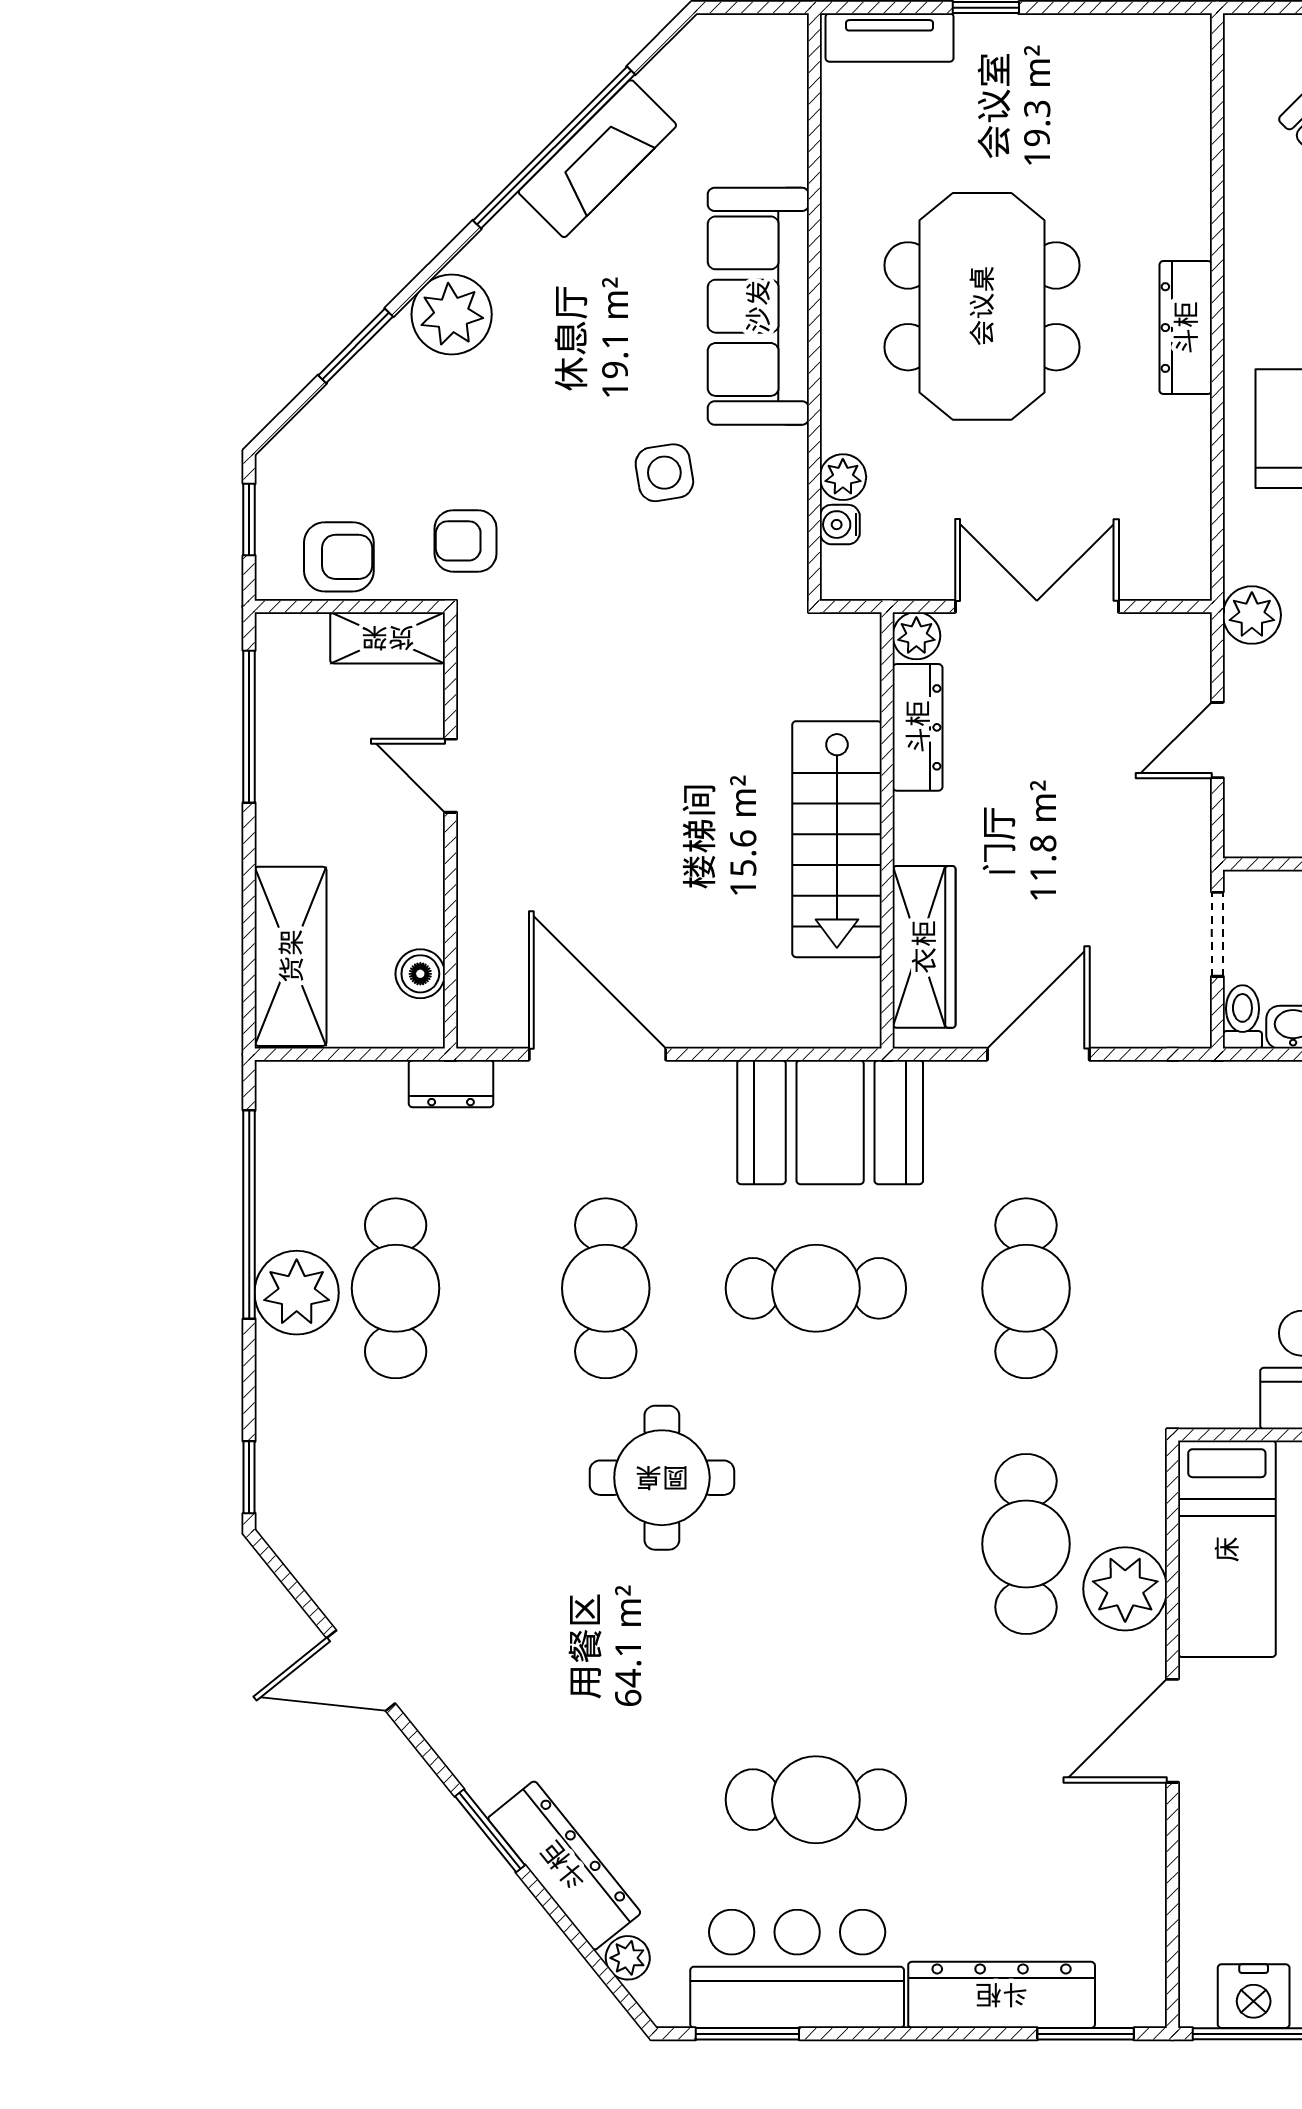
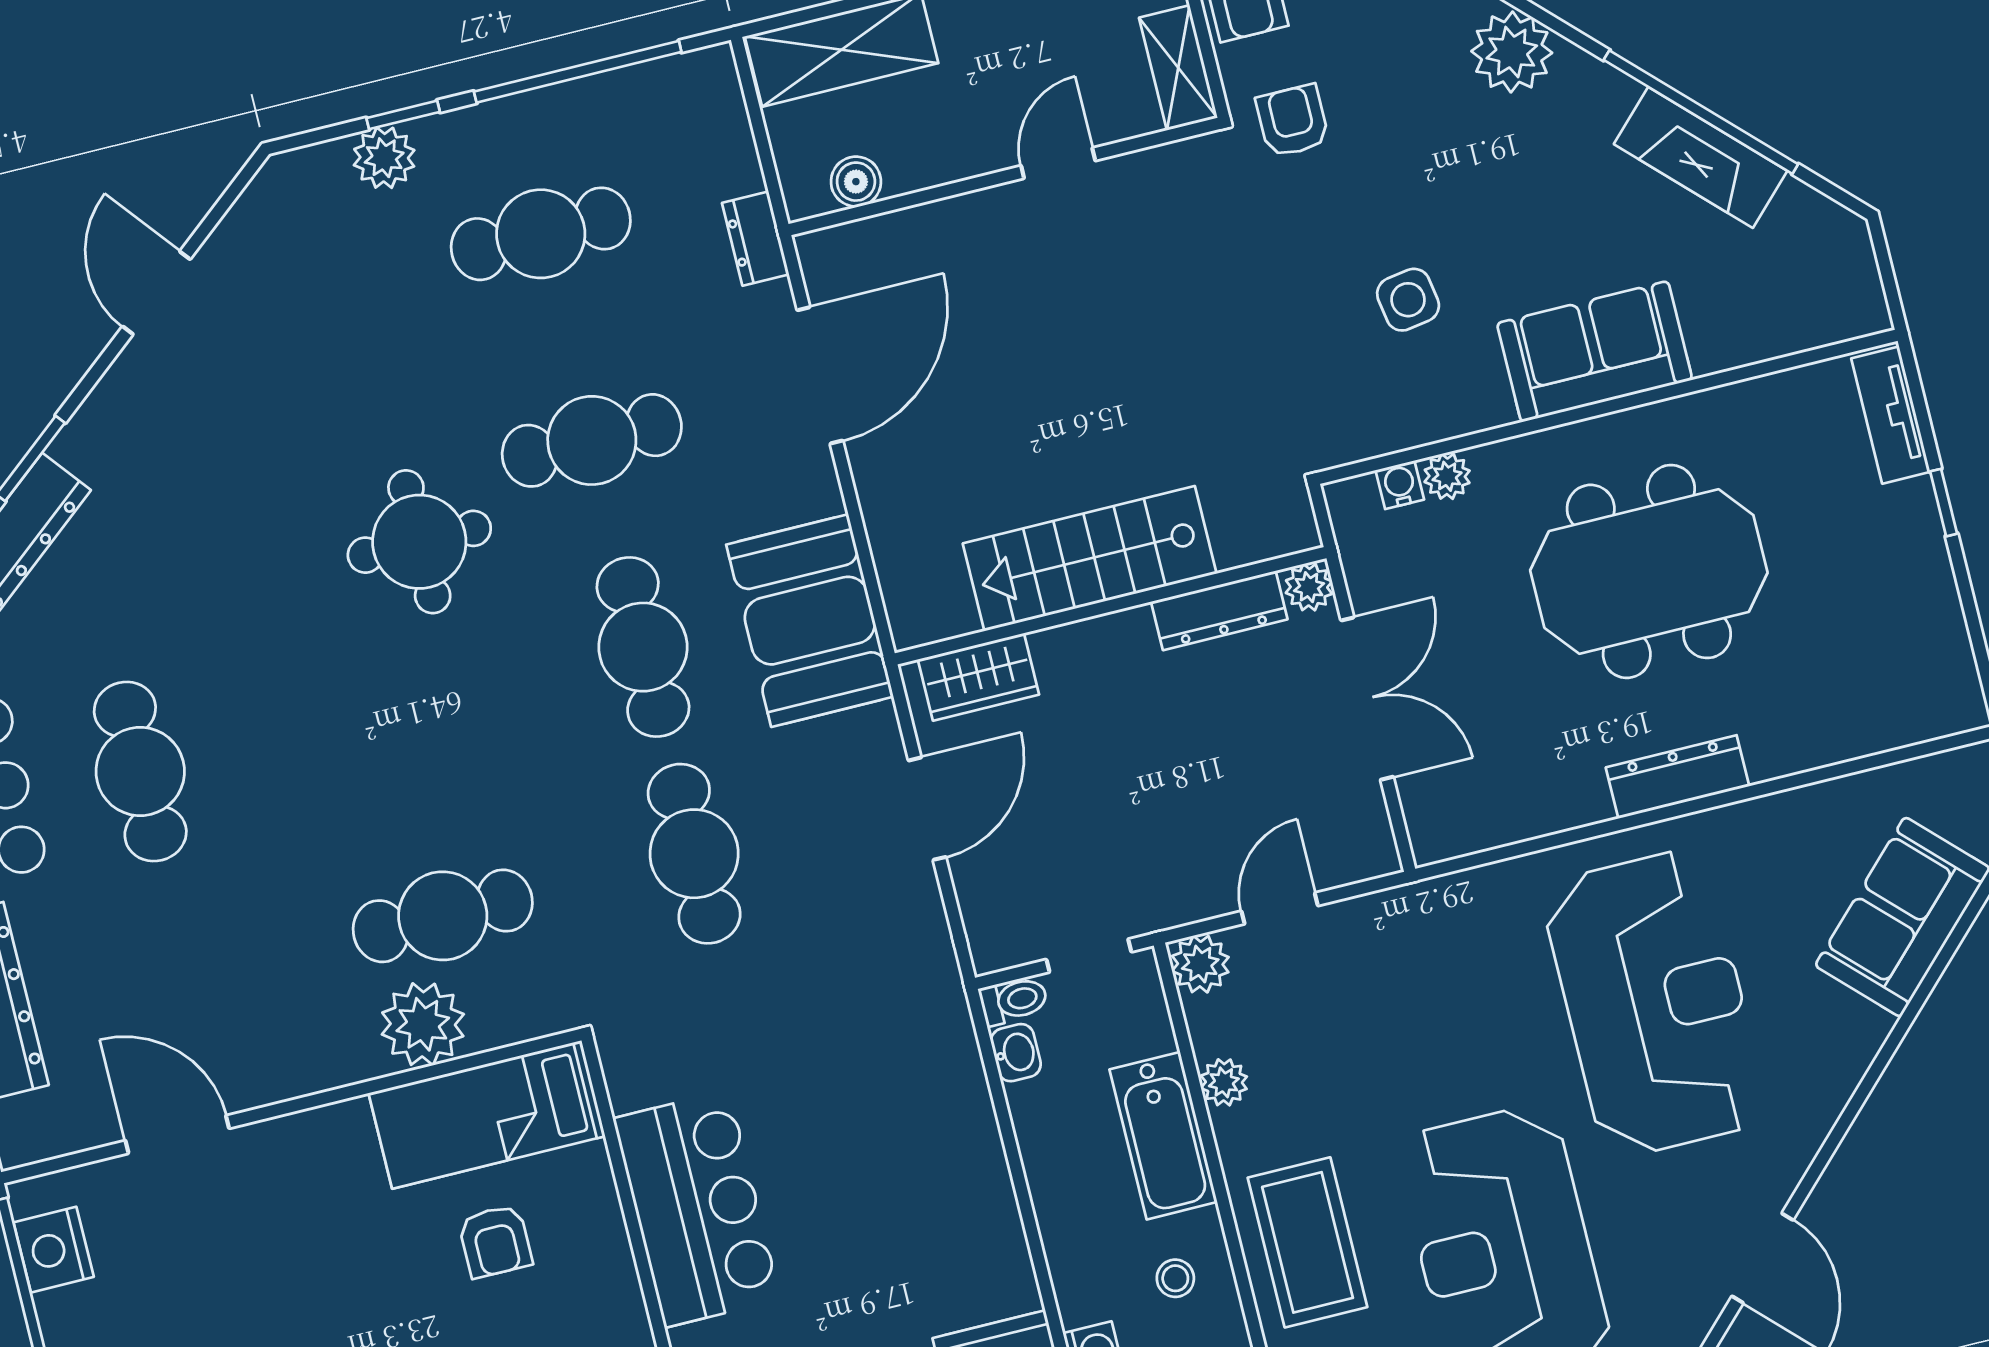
sofa: (758, 306) -> (1595, 352), width x0.73
plant: (1252, 615) -> (1200, 964), moved
door: (1217, 740) -> (1280, 908), hinge flipped
wardrobe: (924, 947) -> (978, 677), width x0.67
door: (1038, 1054) -> (927, 809), hinge flipped
cafe table: (1026, 1288) -> (694, 854), turned 90
plant: (297, 1293) -> (384, 158), moved, width x0.73, depth x0.73
window: (249, 1477) -> (403, 115), moved
door: (1173, 1731) -> (177, 1134), moved

